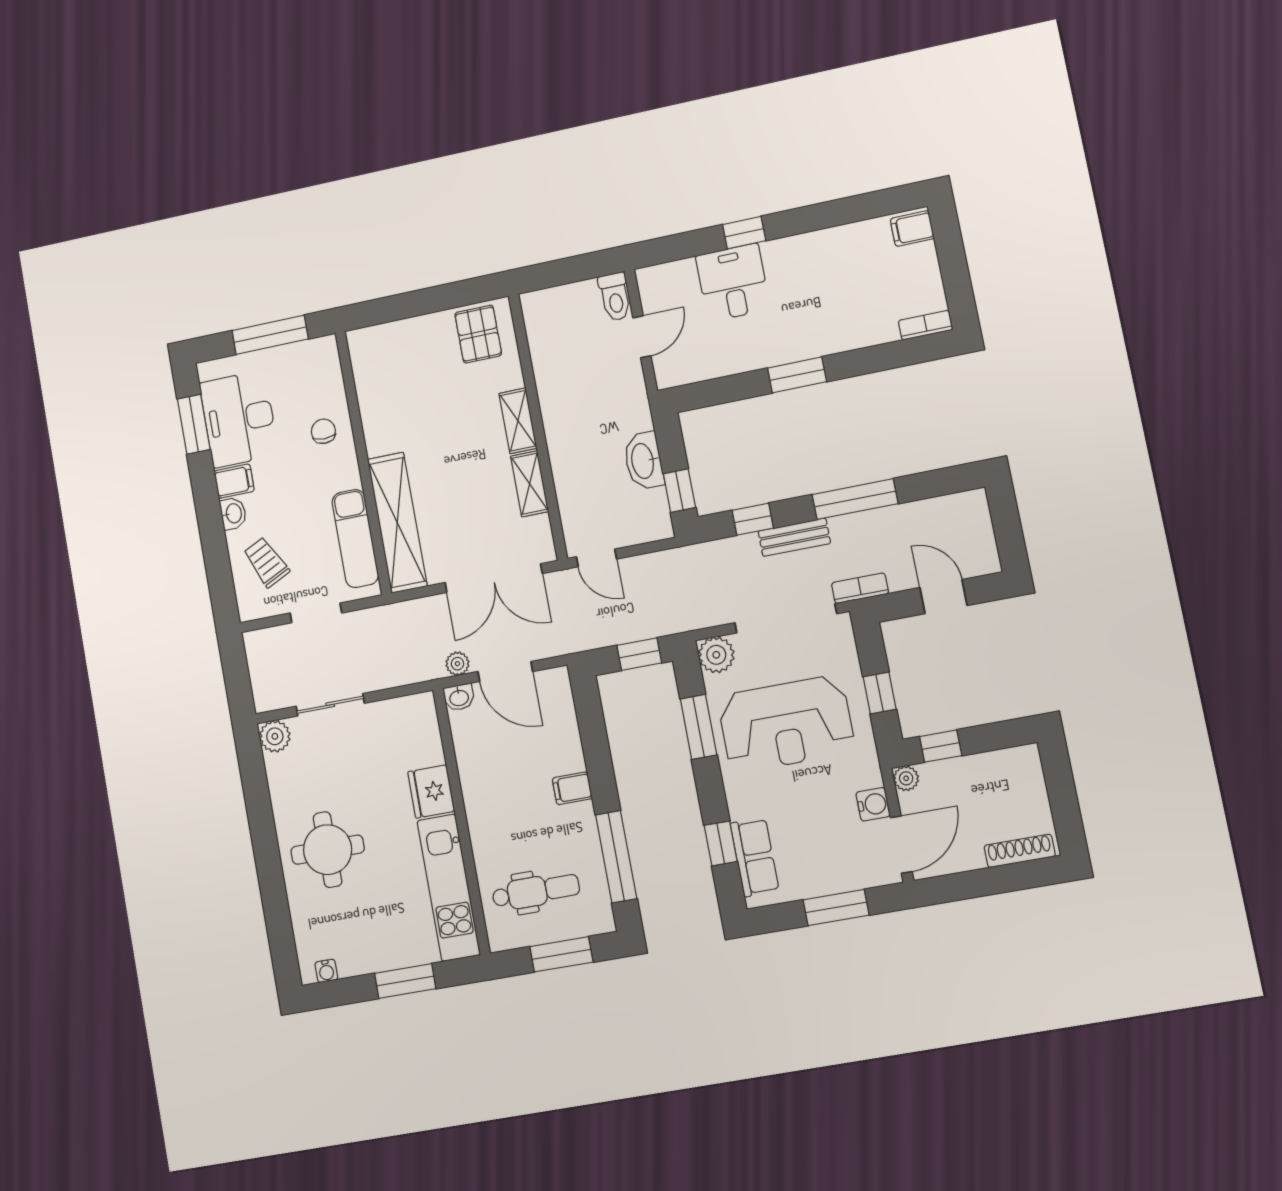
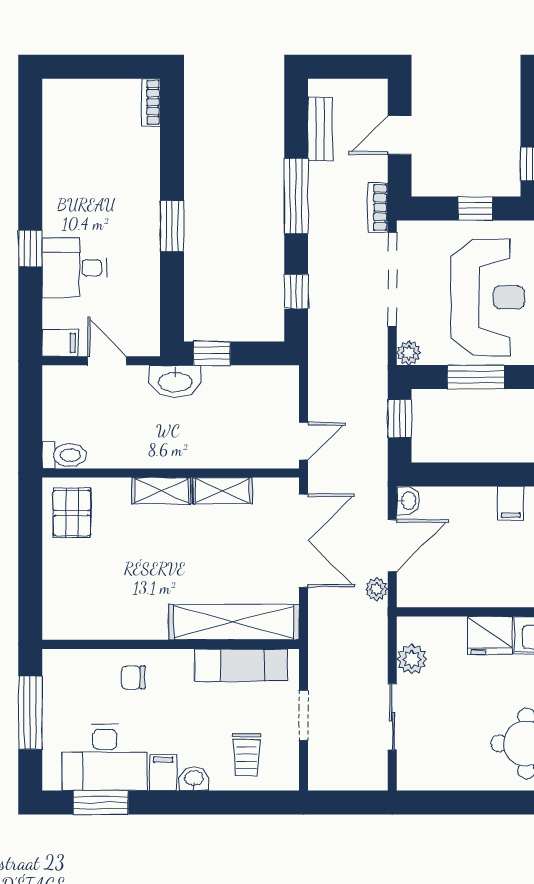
filing cabinet: (912, 229) -> (60, 343), moved, turned -90
toilet: (615, 297) -> (64, 455), moved
pallet: (478, 334) -> (72, 513), turned 90
washbasin: (644, 461) -> (175, 381), moved
window: (679, 491) -> (212, 353), moved
bench: (794, 537) -> (320, 129), moved
trolley: (266, 562) -> (246, 755), turned -64
plant: (716, 655) -> (409, 353), width x0.73, depth x0.73
washbasin: (459, 697) -> (408, 501), moved
plant: (275, 736) -> (412, 659), moved

